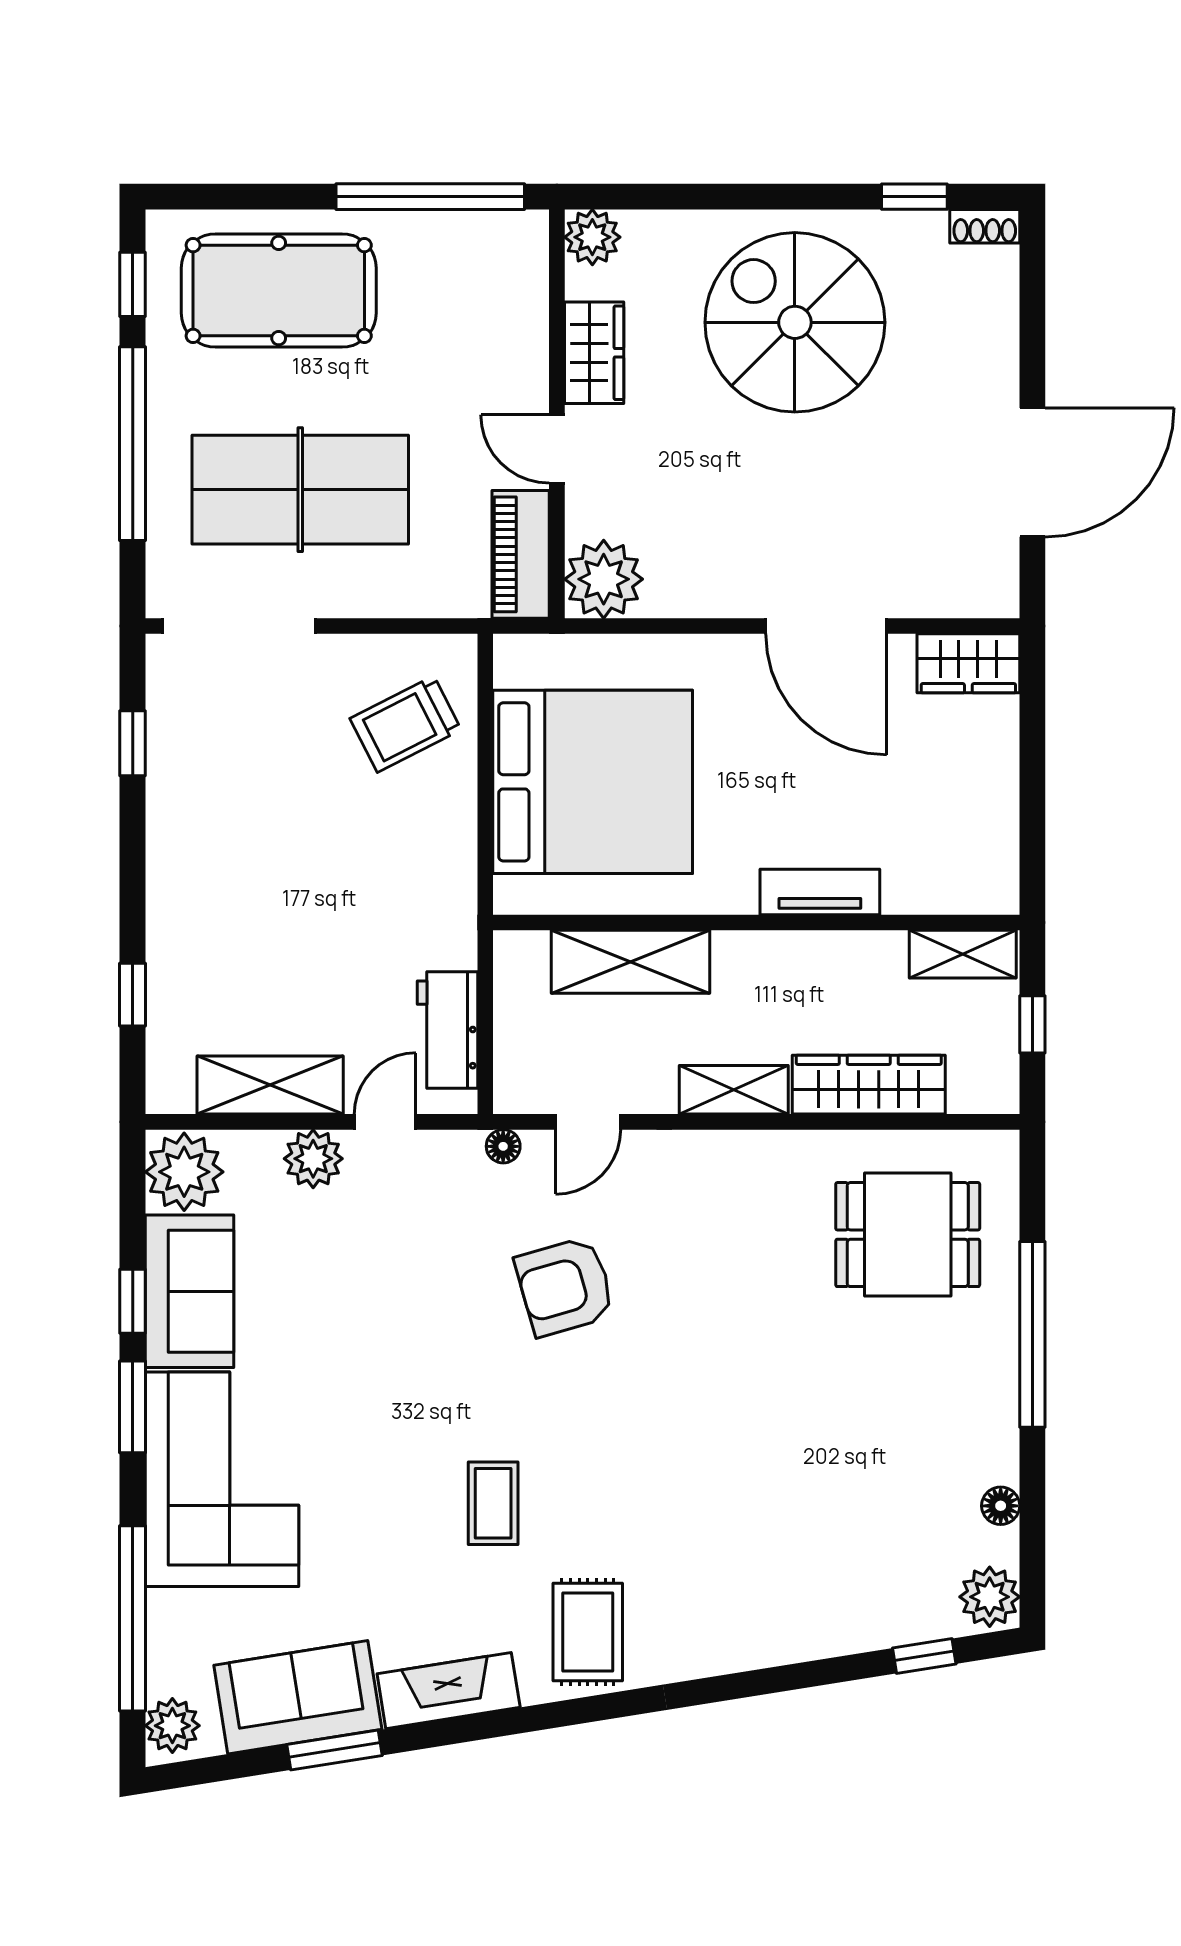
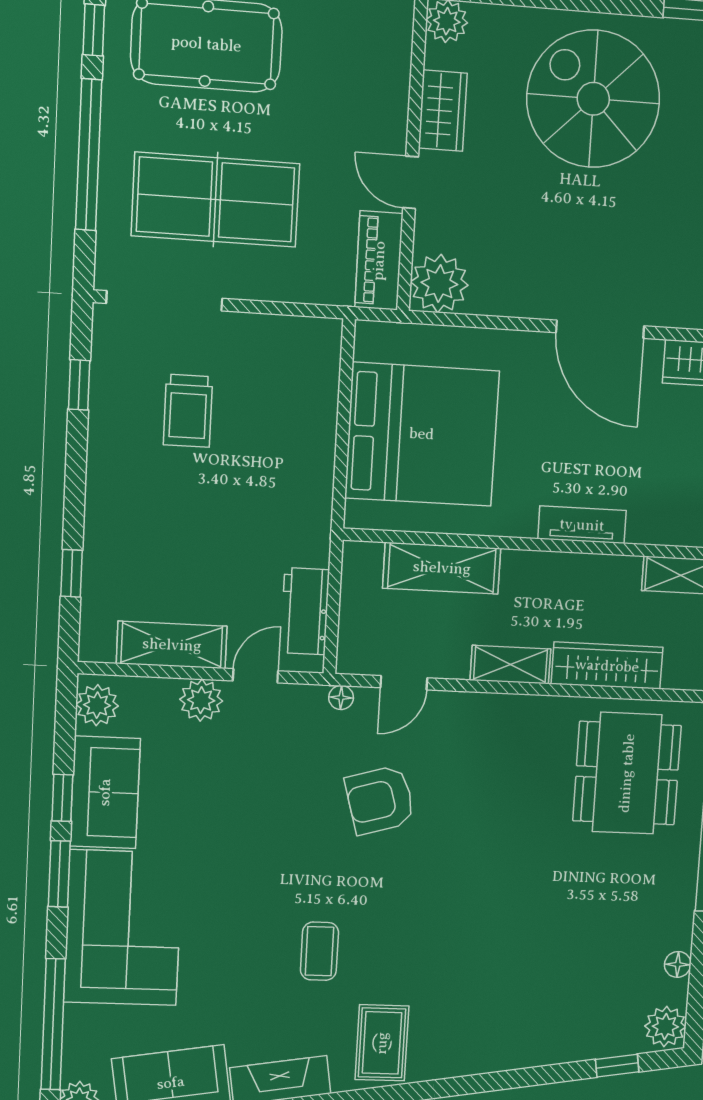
trolley: (406, 724) -> (188, 411), moved, turned -63
plant: (184, 1172) -> (97, 705), width x0.73, depth x0.73
dining table: (908, 1235) -> (627, 773), width x1.37

